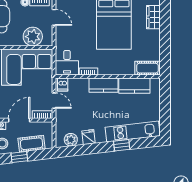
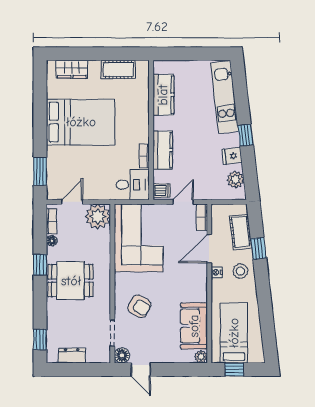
plant: (33, 37) -> (98, 217), moved
cot: (148, 68) -> (118, 69), moved, turned 90
kitchen counter: (104, 85) -> (163, 150), moved
door: (19, 120) -> (209, 249), hinge flipped
window: (122, 145) -> (245, 135), moved

